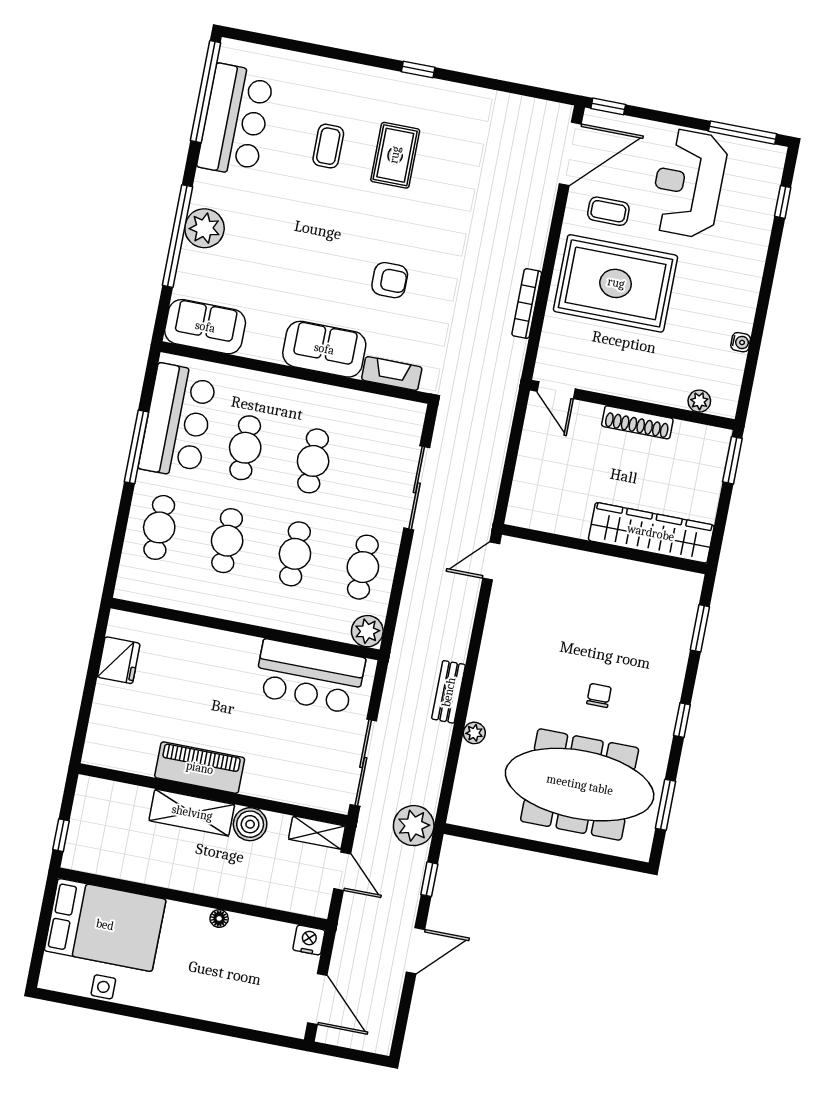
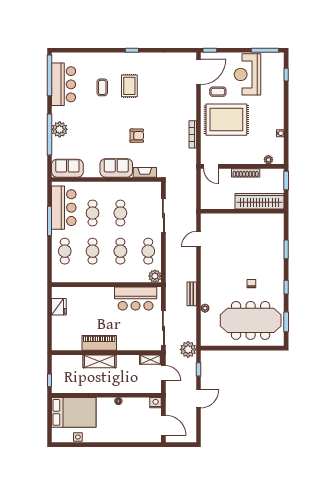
wardrobe: (651, 533) -> (260, 201), moved
wall: (604, 549) -> (242, 211), moved
boiler: (250, 824) -> (123, 361), removed

